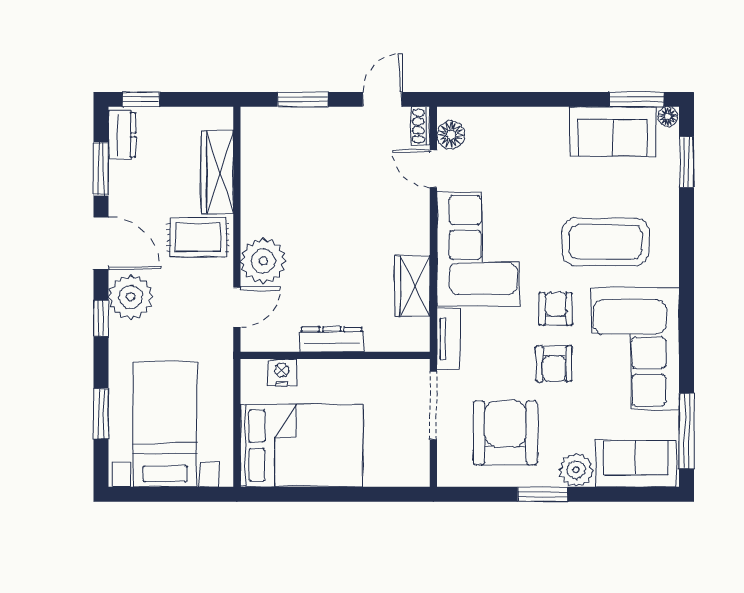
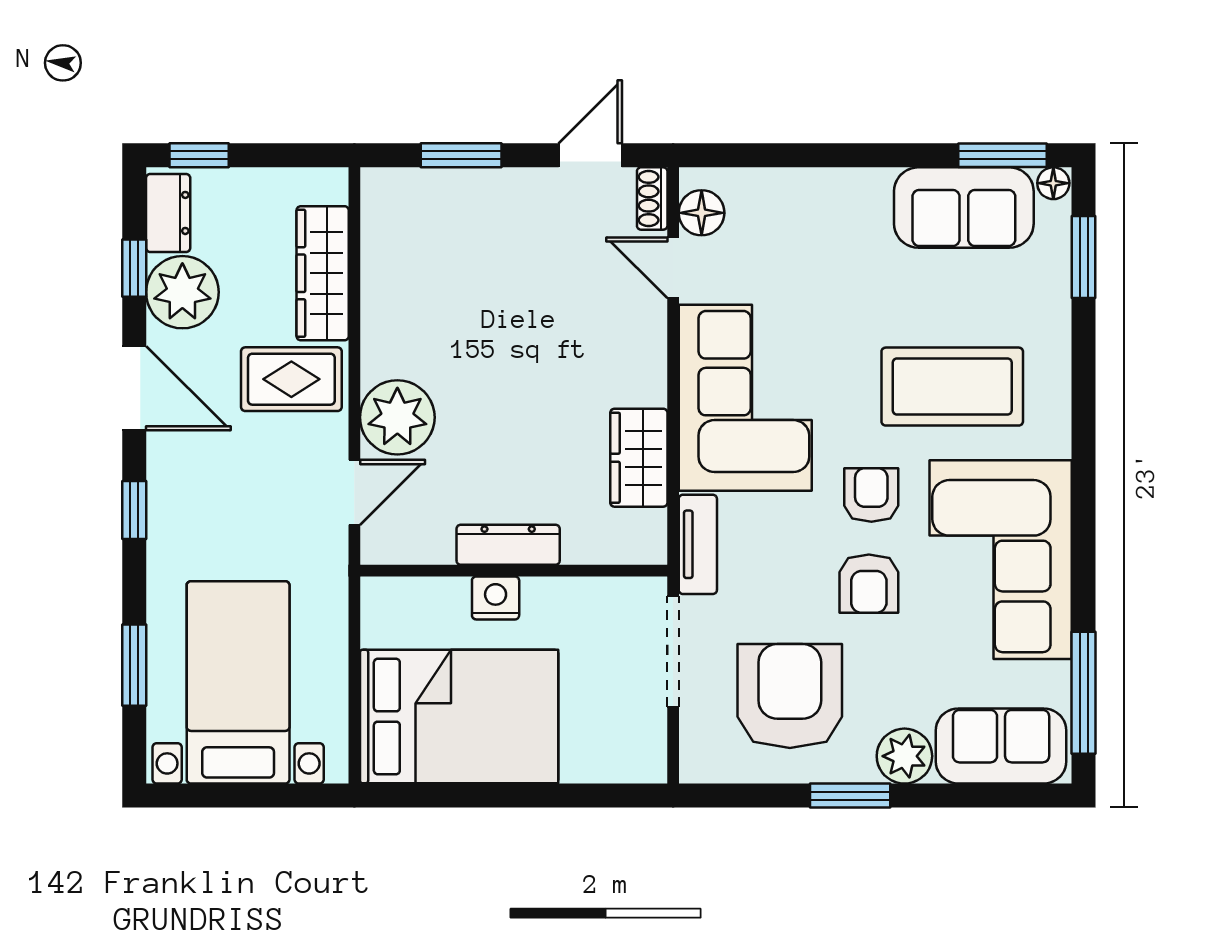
window: (101, 169) -> (134, 268), width x0.67
plant: (131, 297) -> (182, 292), moved
nightstand: (282, 372) -> (496, 598), moved

